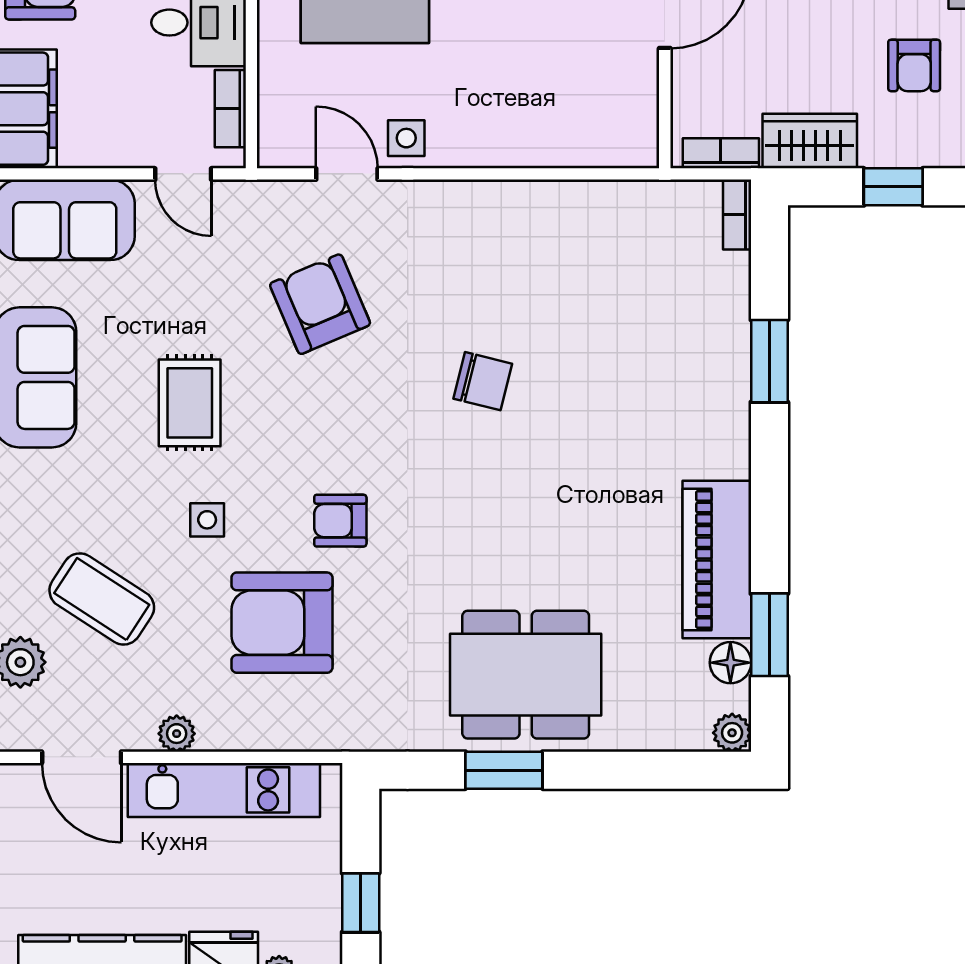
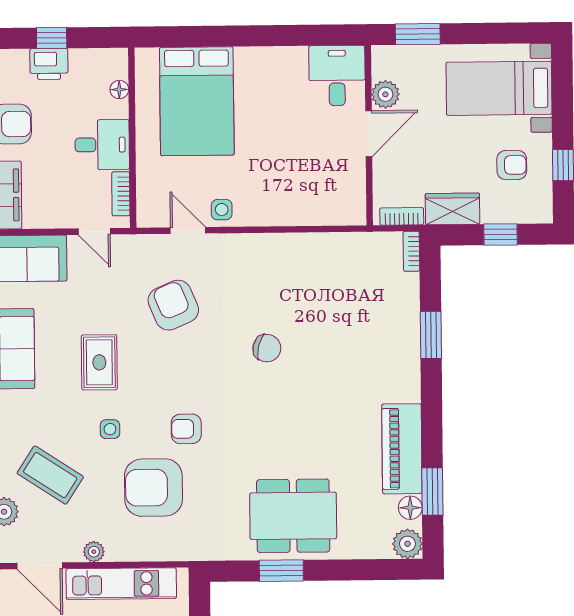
armchair: (914, 65) -> (512, 165), turned -90
plant: (732, 733) -> (407, 544), width x1.38, depth x1.38

